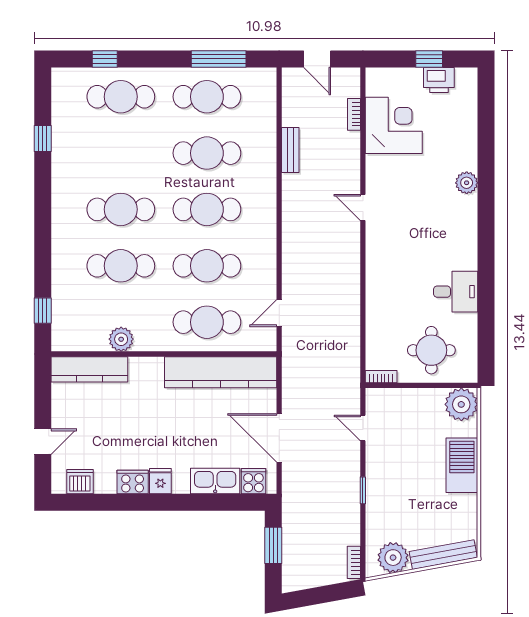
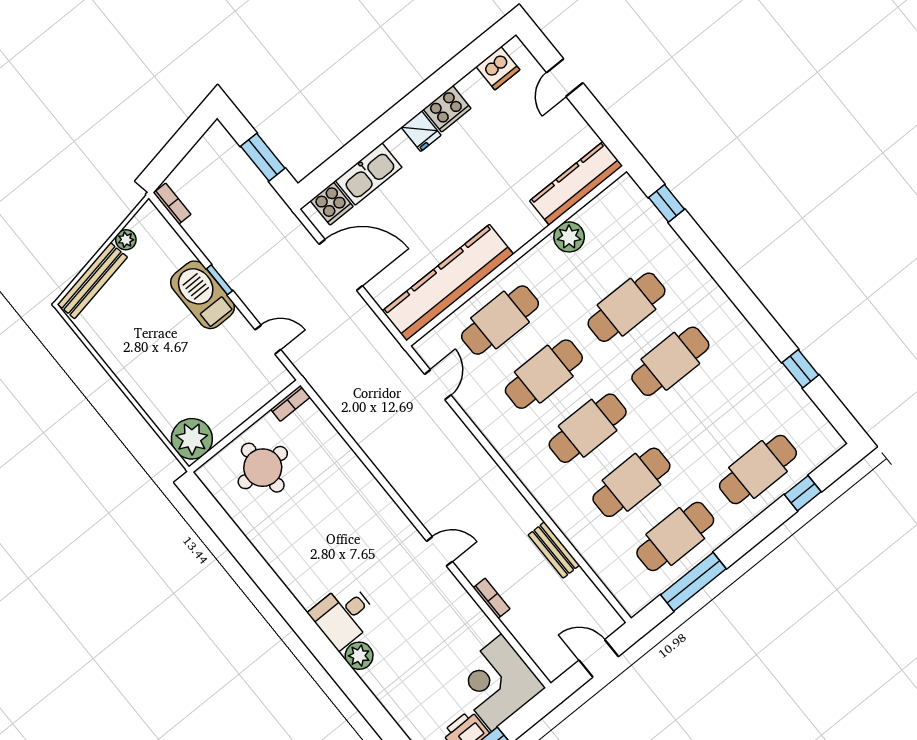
bookcase: (354, 114) -> (492, 598), moved
corner desk: (394, 125) -> (497, 683), moved, turned 90
desk: (456, 292) -> (344, 615), moved
barbecue: (462, 465) -> (202, 295), moved, turned 180
plant: (393, 558) -> (126, 240), width x0.53, depth x0.53

